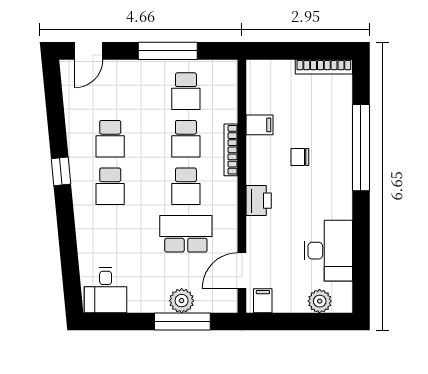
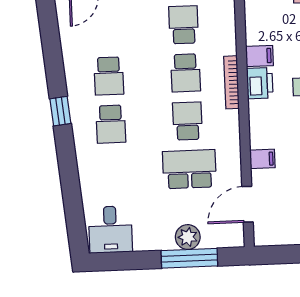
school desk: (186, 91) -> (184, 25), turned 180
school desk: (186, 186) -> (187, 121), turned 180
printer: (259, 201) -> (260, 83), moved
filing cabinet: (263, 301) -> (262, 159), moved, turned 90

